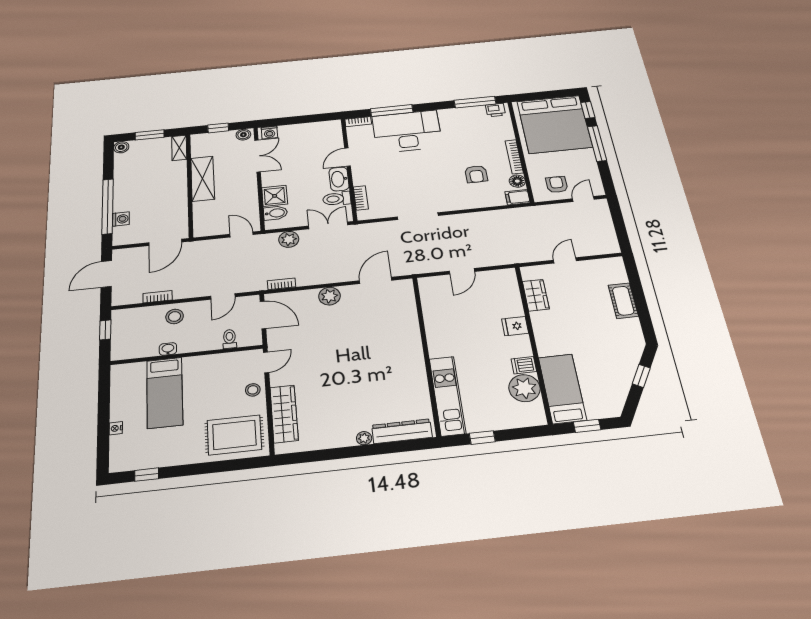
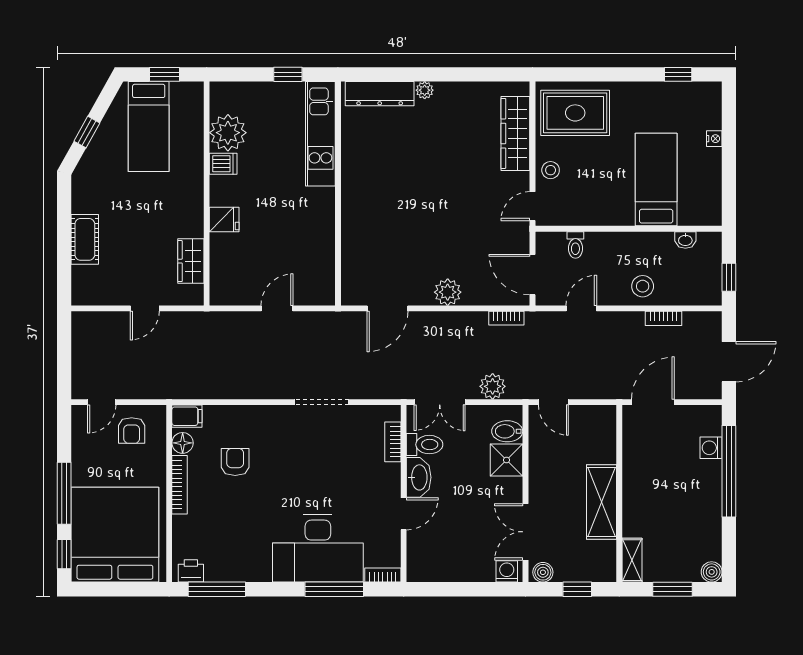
washbasin: (168, 349) -> (685, 240), moved
bed: (562, 389) -> (149, 127), moved

